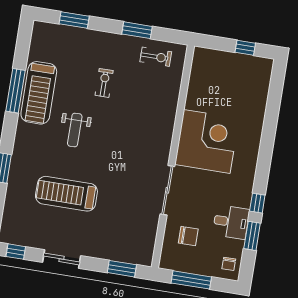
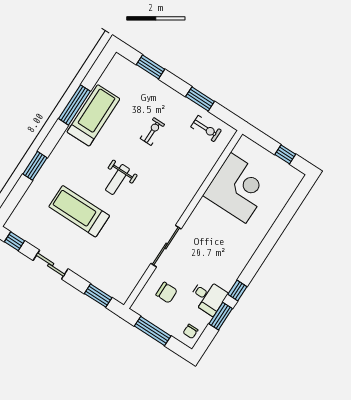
treadmill: (39, 93) -> (93, 115), turned 180
weight bench: (75, 130) -> (117, 179), moved
corner desk: (207, 141) -> (238, 188), moved

